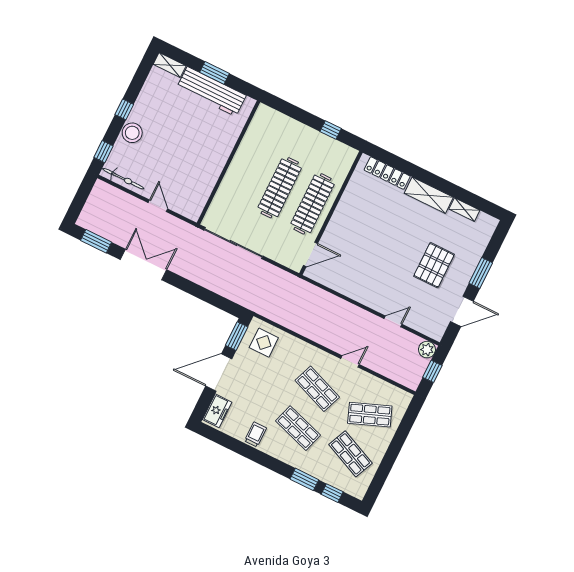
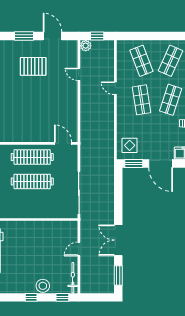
shop shelf: (317, 389) -> (141, 100), turned -30

